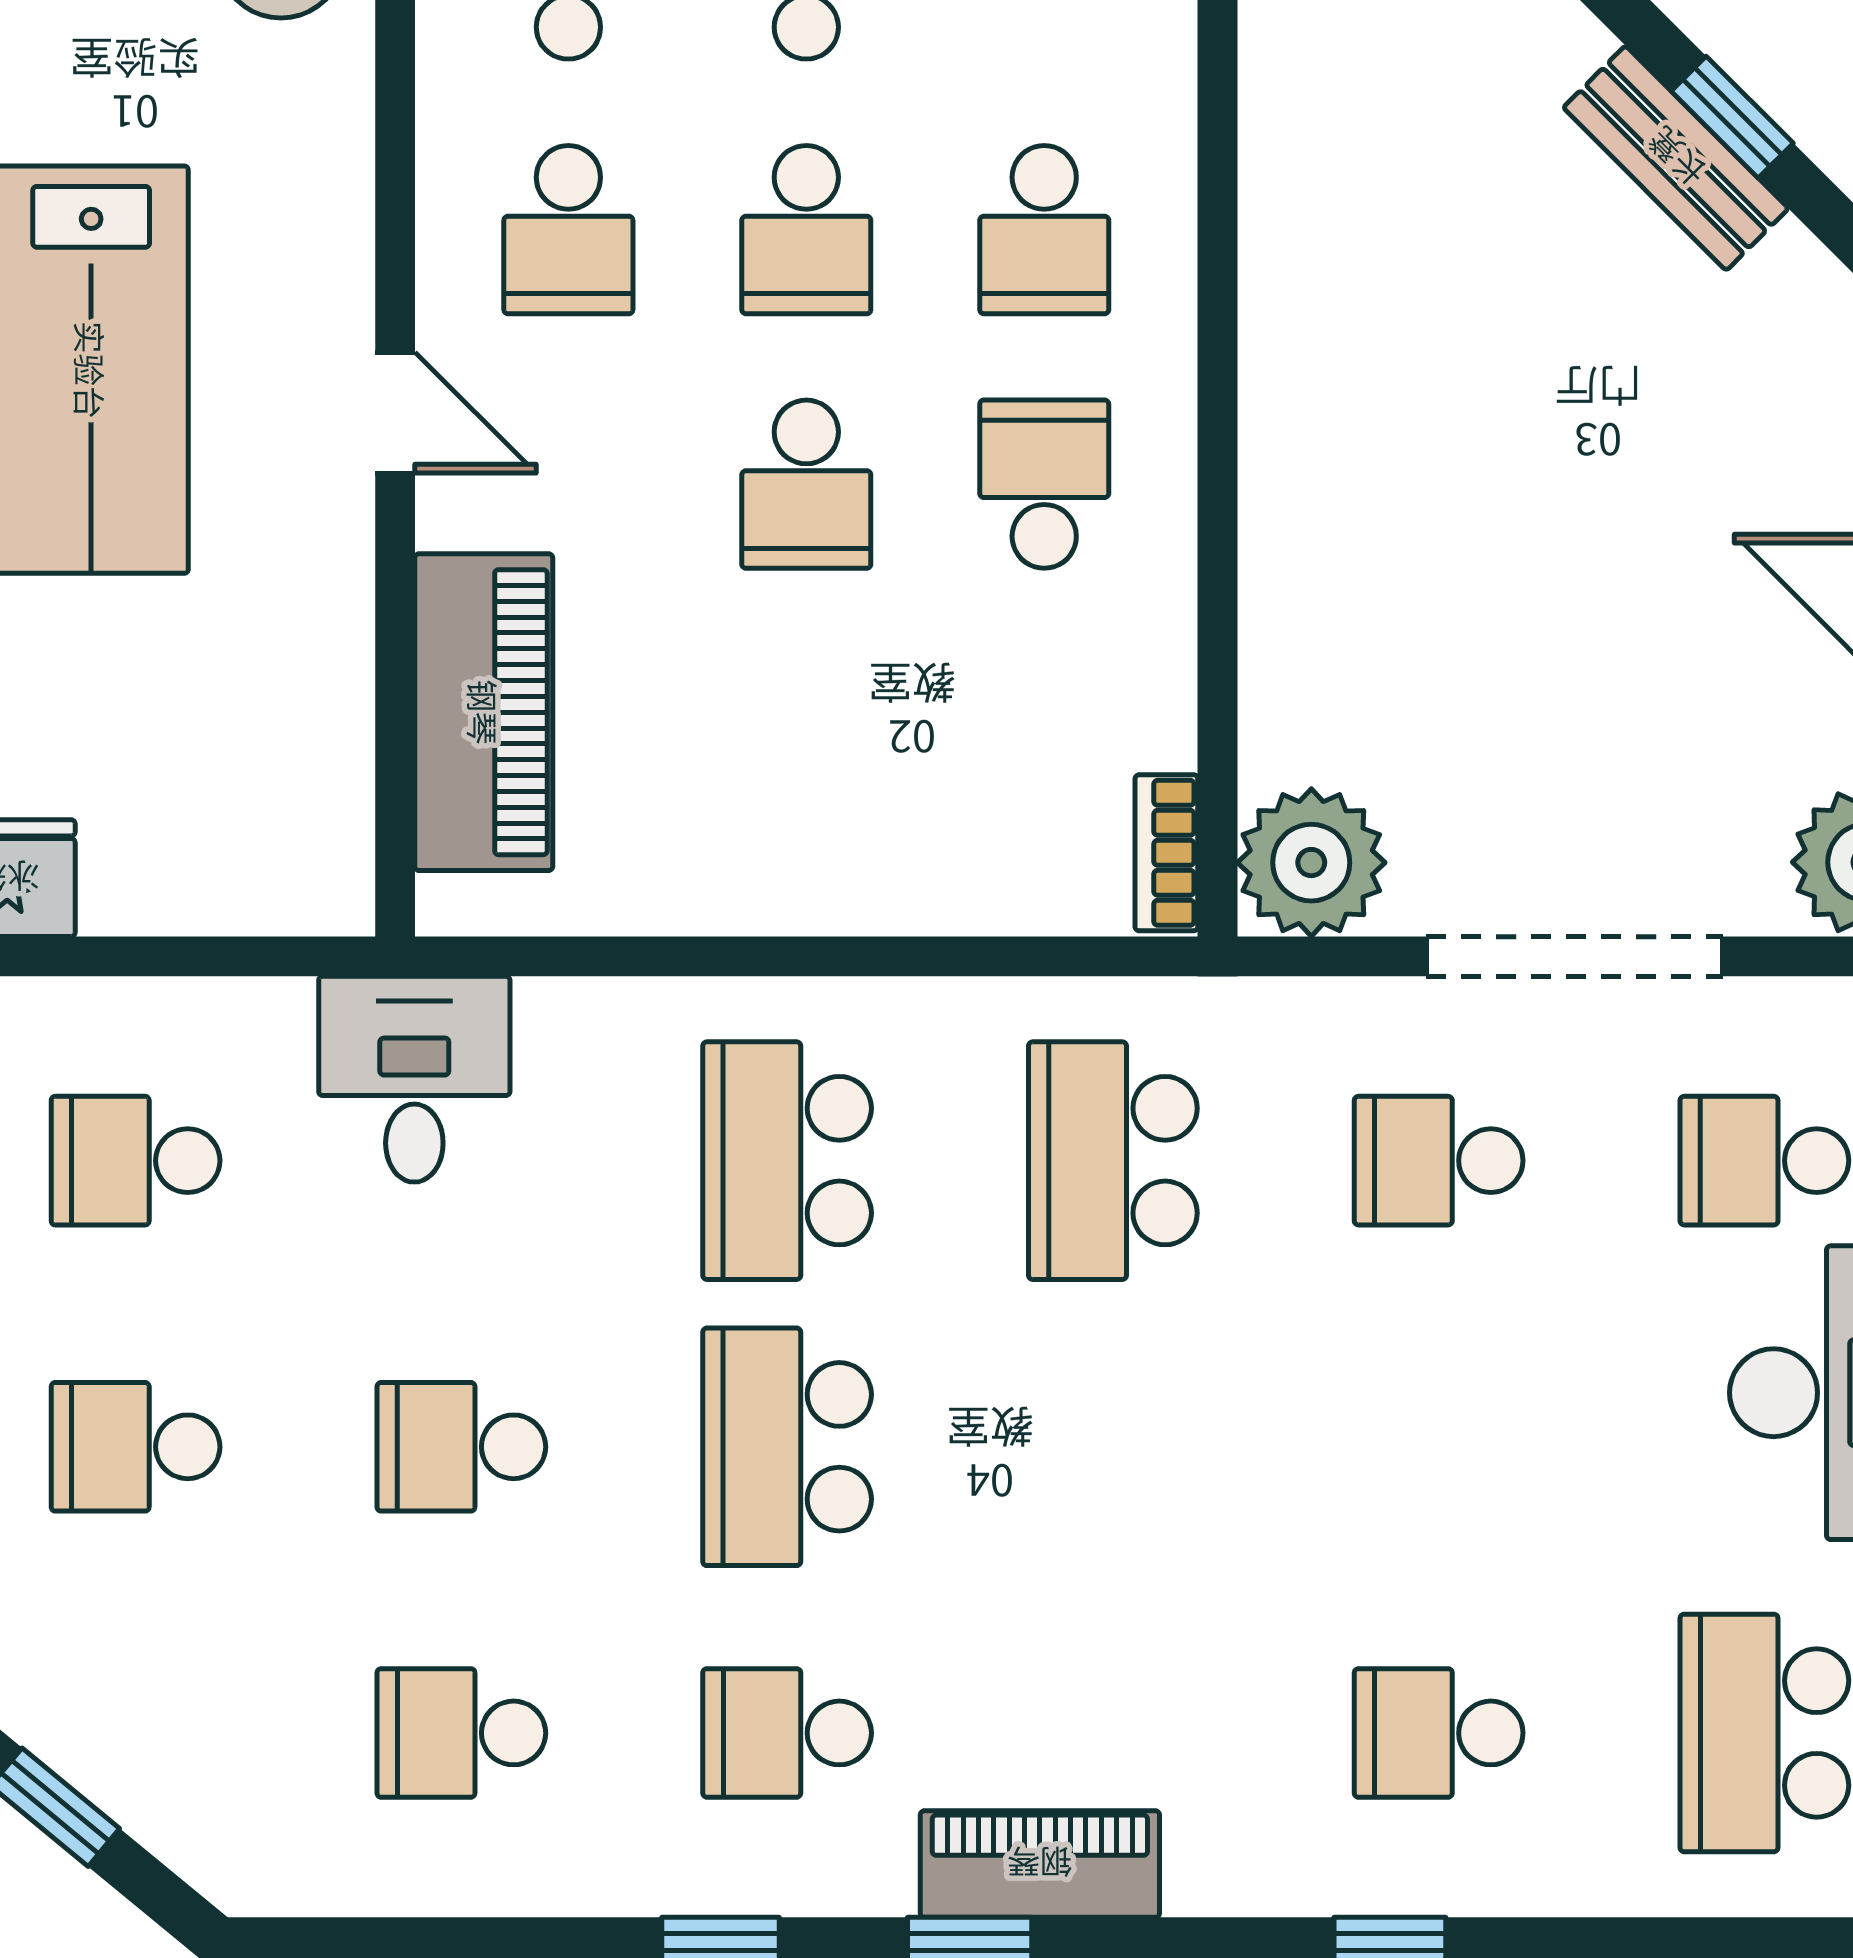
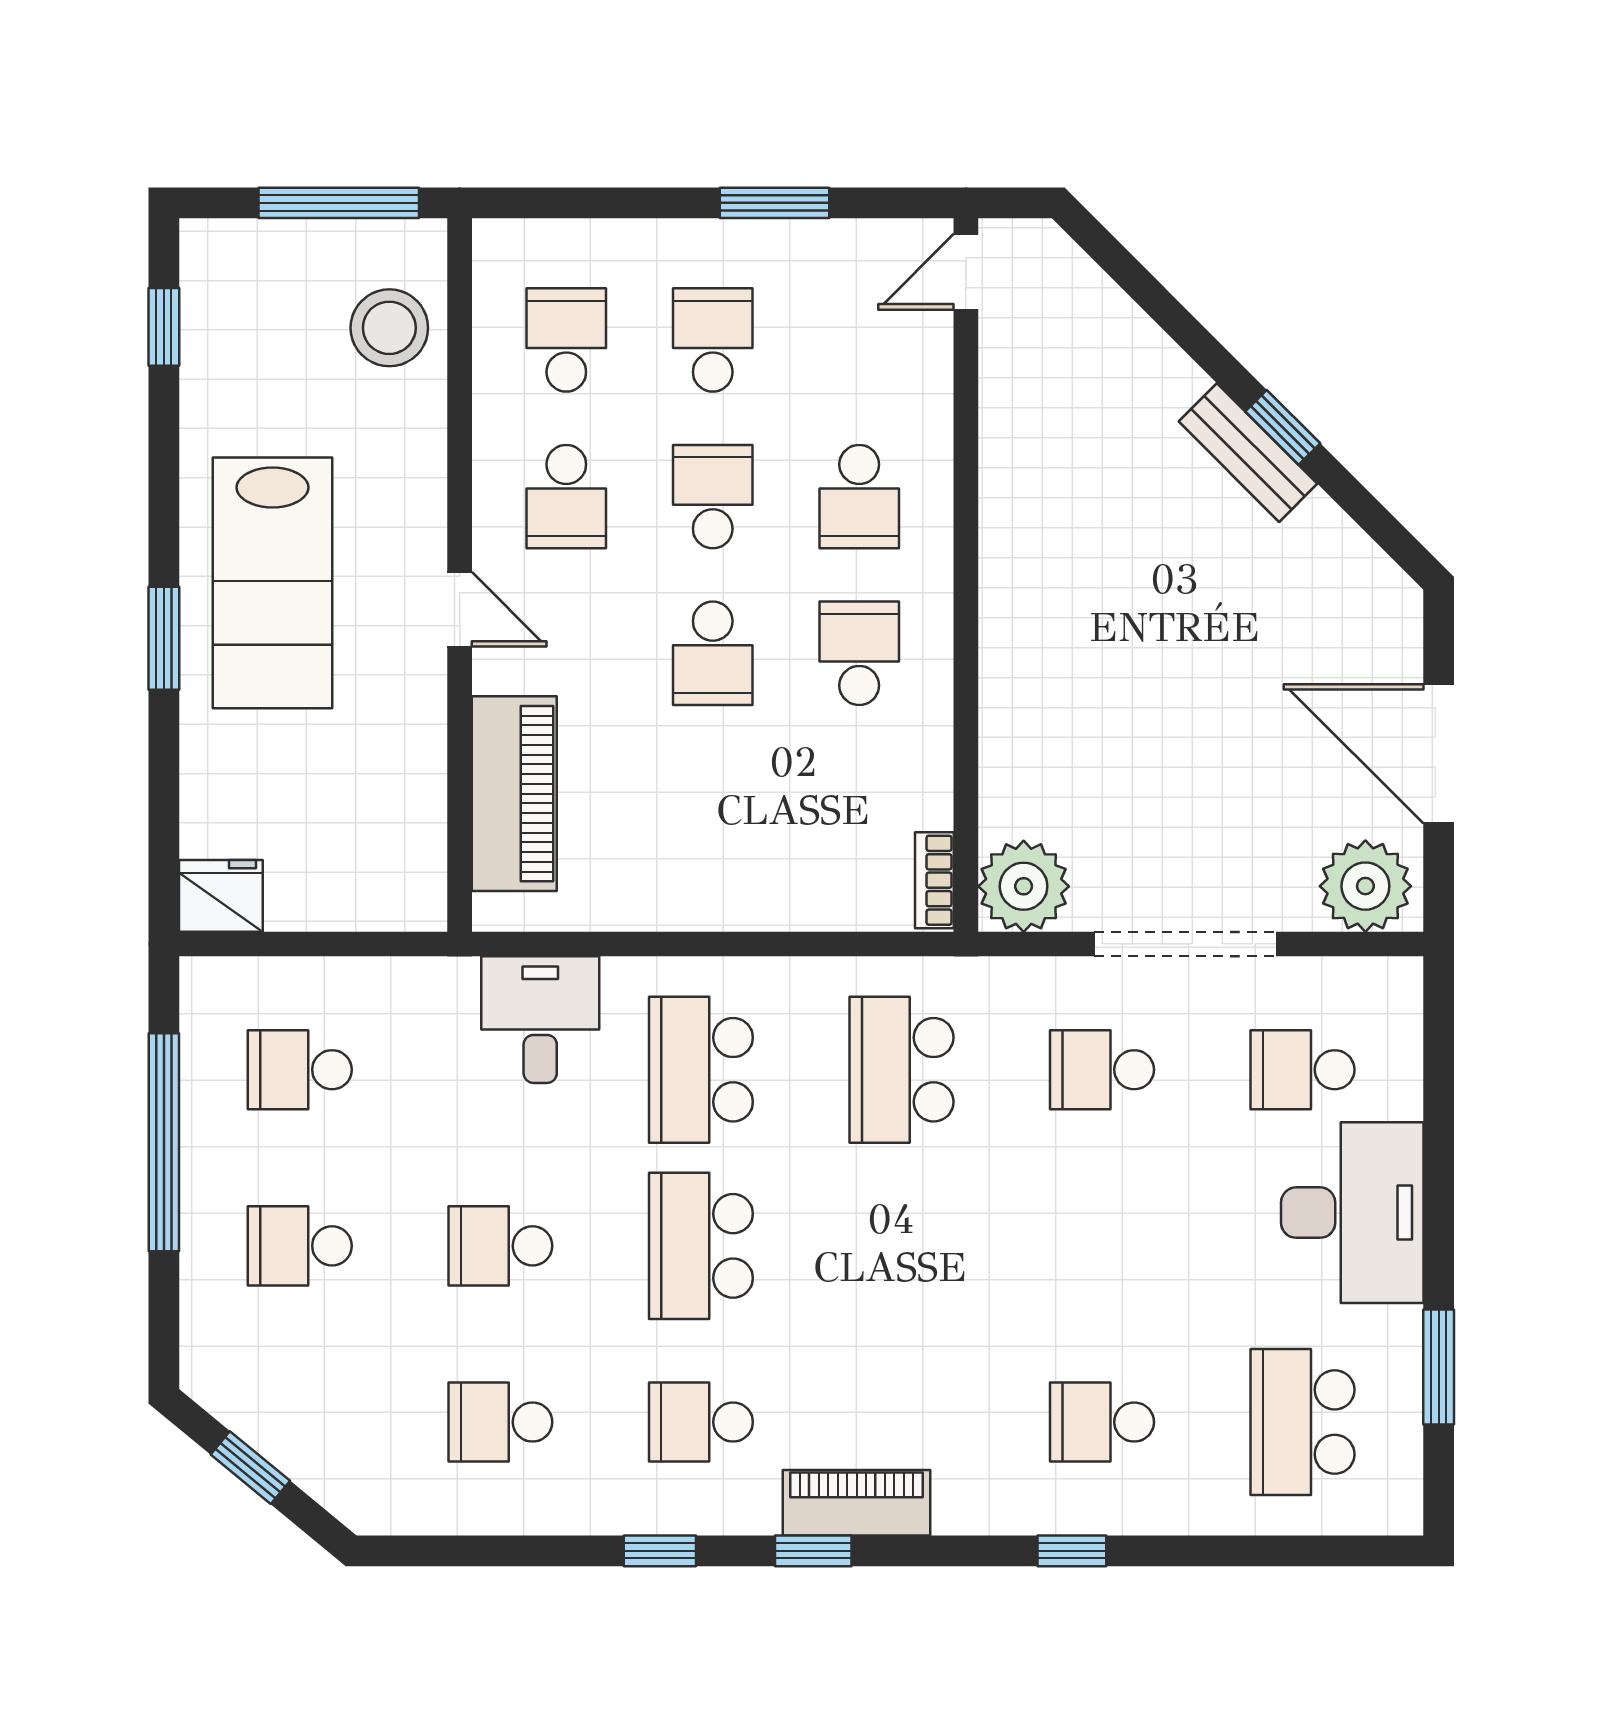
school desk: (806, 230) -> (713, 497), turned 180
desk: (414, 1079) -> (540, 1020), moved

